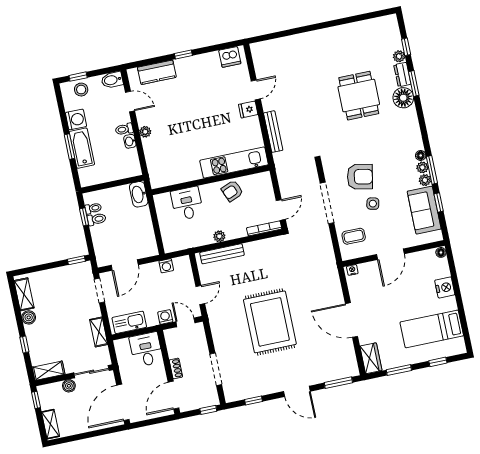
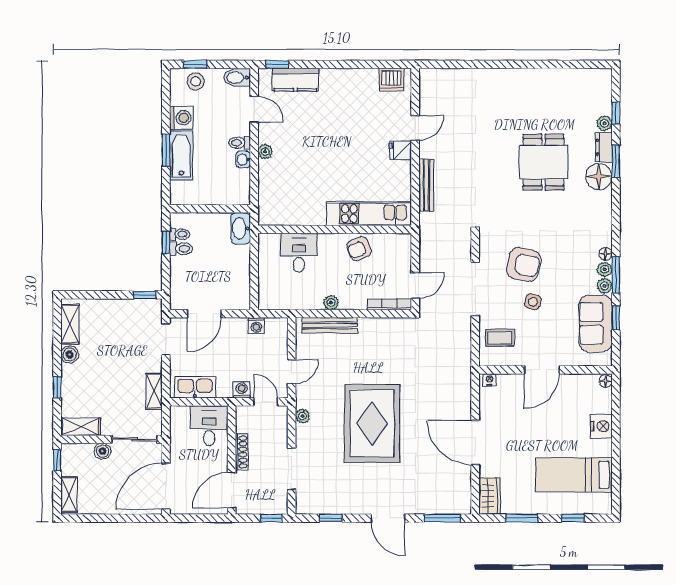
window: (183, 55) -> (277, 64), moved
plant: (216, 327) -> (303, 416), added
shoe rack: (176, 368) -> (241, 452), width x1.43

